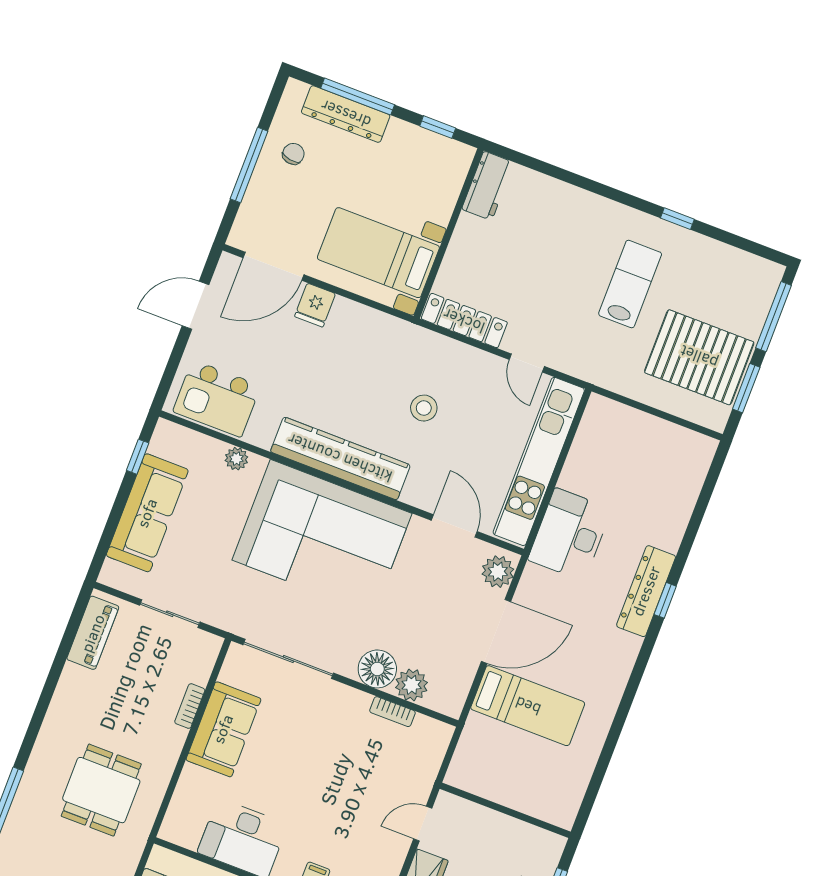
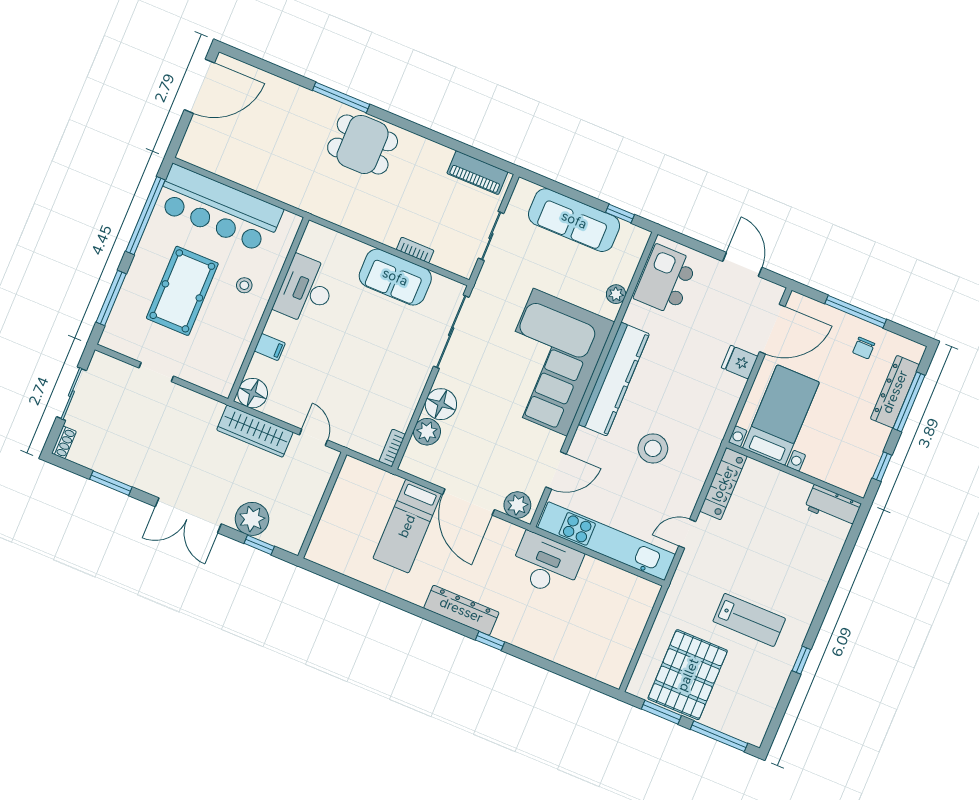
chair: (293, 154) -> (864, 348), turned 81
door: (274, 266) -> (772, 329), swing flipped
stool: (424, 408) -> (653, 448), width x1.38, depth x1.38
dresser: (646, 591) -> (461, 610), moved
bookcase: (392, 712) -> (392, 448), moved
dining table: (101, 790) -> (363, 144), moved

